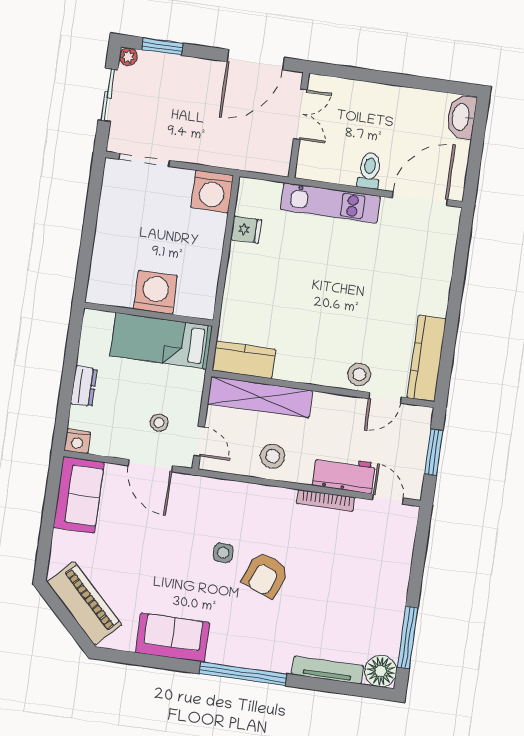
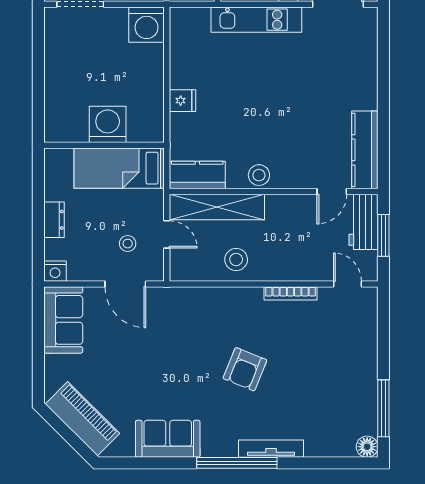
fridge: (246, 230) -> (183, 101), moved
stool: (359, 374) -> (259, 175), moved
door: (199, 441) -> (167, 234), moved
workbench: (344, 474) -> (363, 222), moved, turned -90
side table: (223, 553) -> (203, 355), removed
tv unit: (328, 670) -> (271, 449), moved
floor lamp: (381, 671) -> (367, 447), width x0.73, depth x0.73

